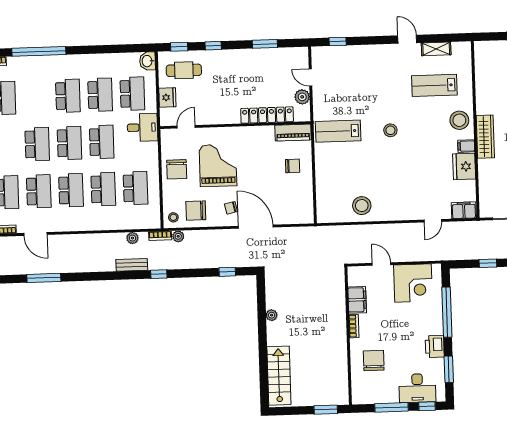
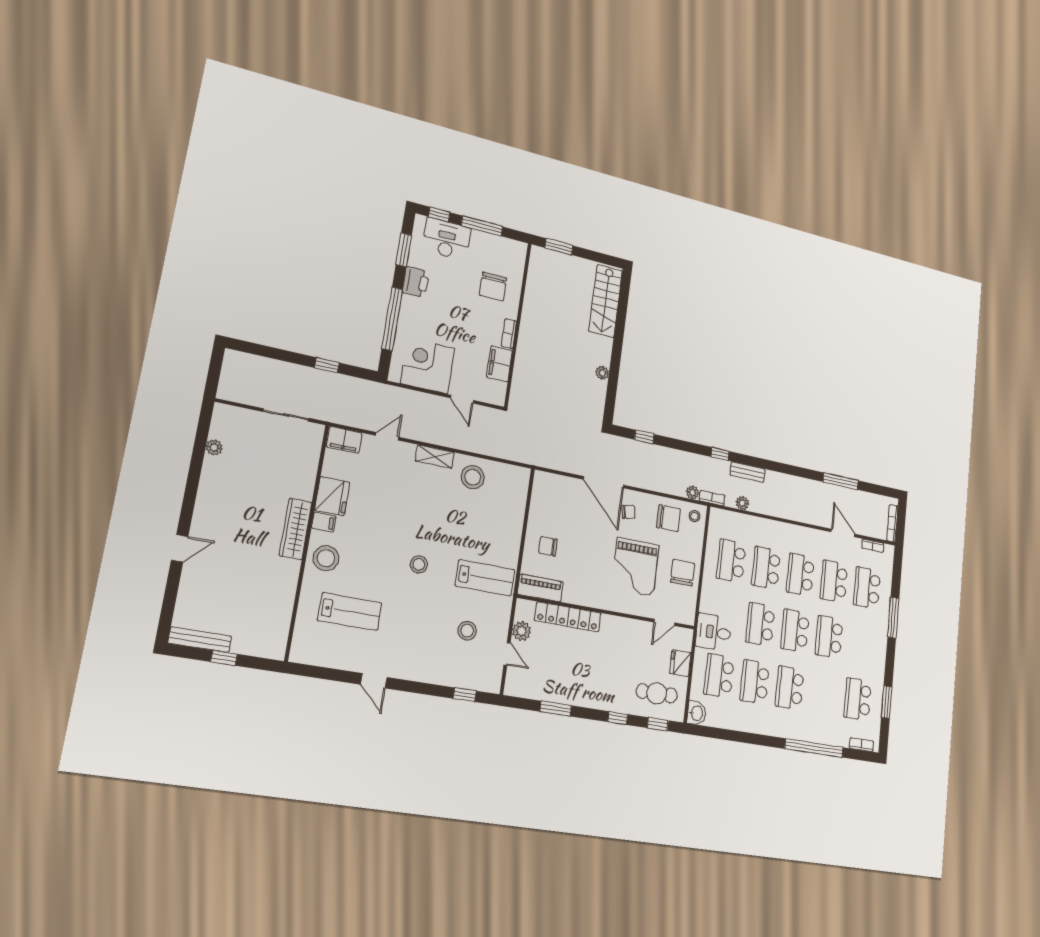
shelving: (436, 49) -> (435, 457), moved
stool: (345, 89) -> (467, 631), added

